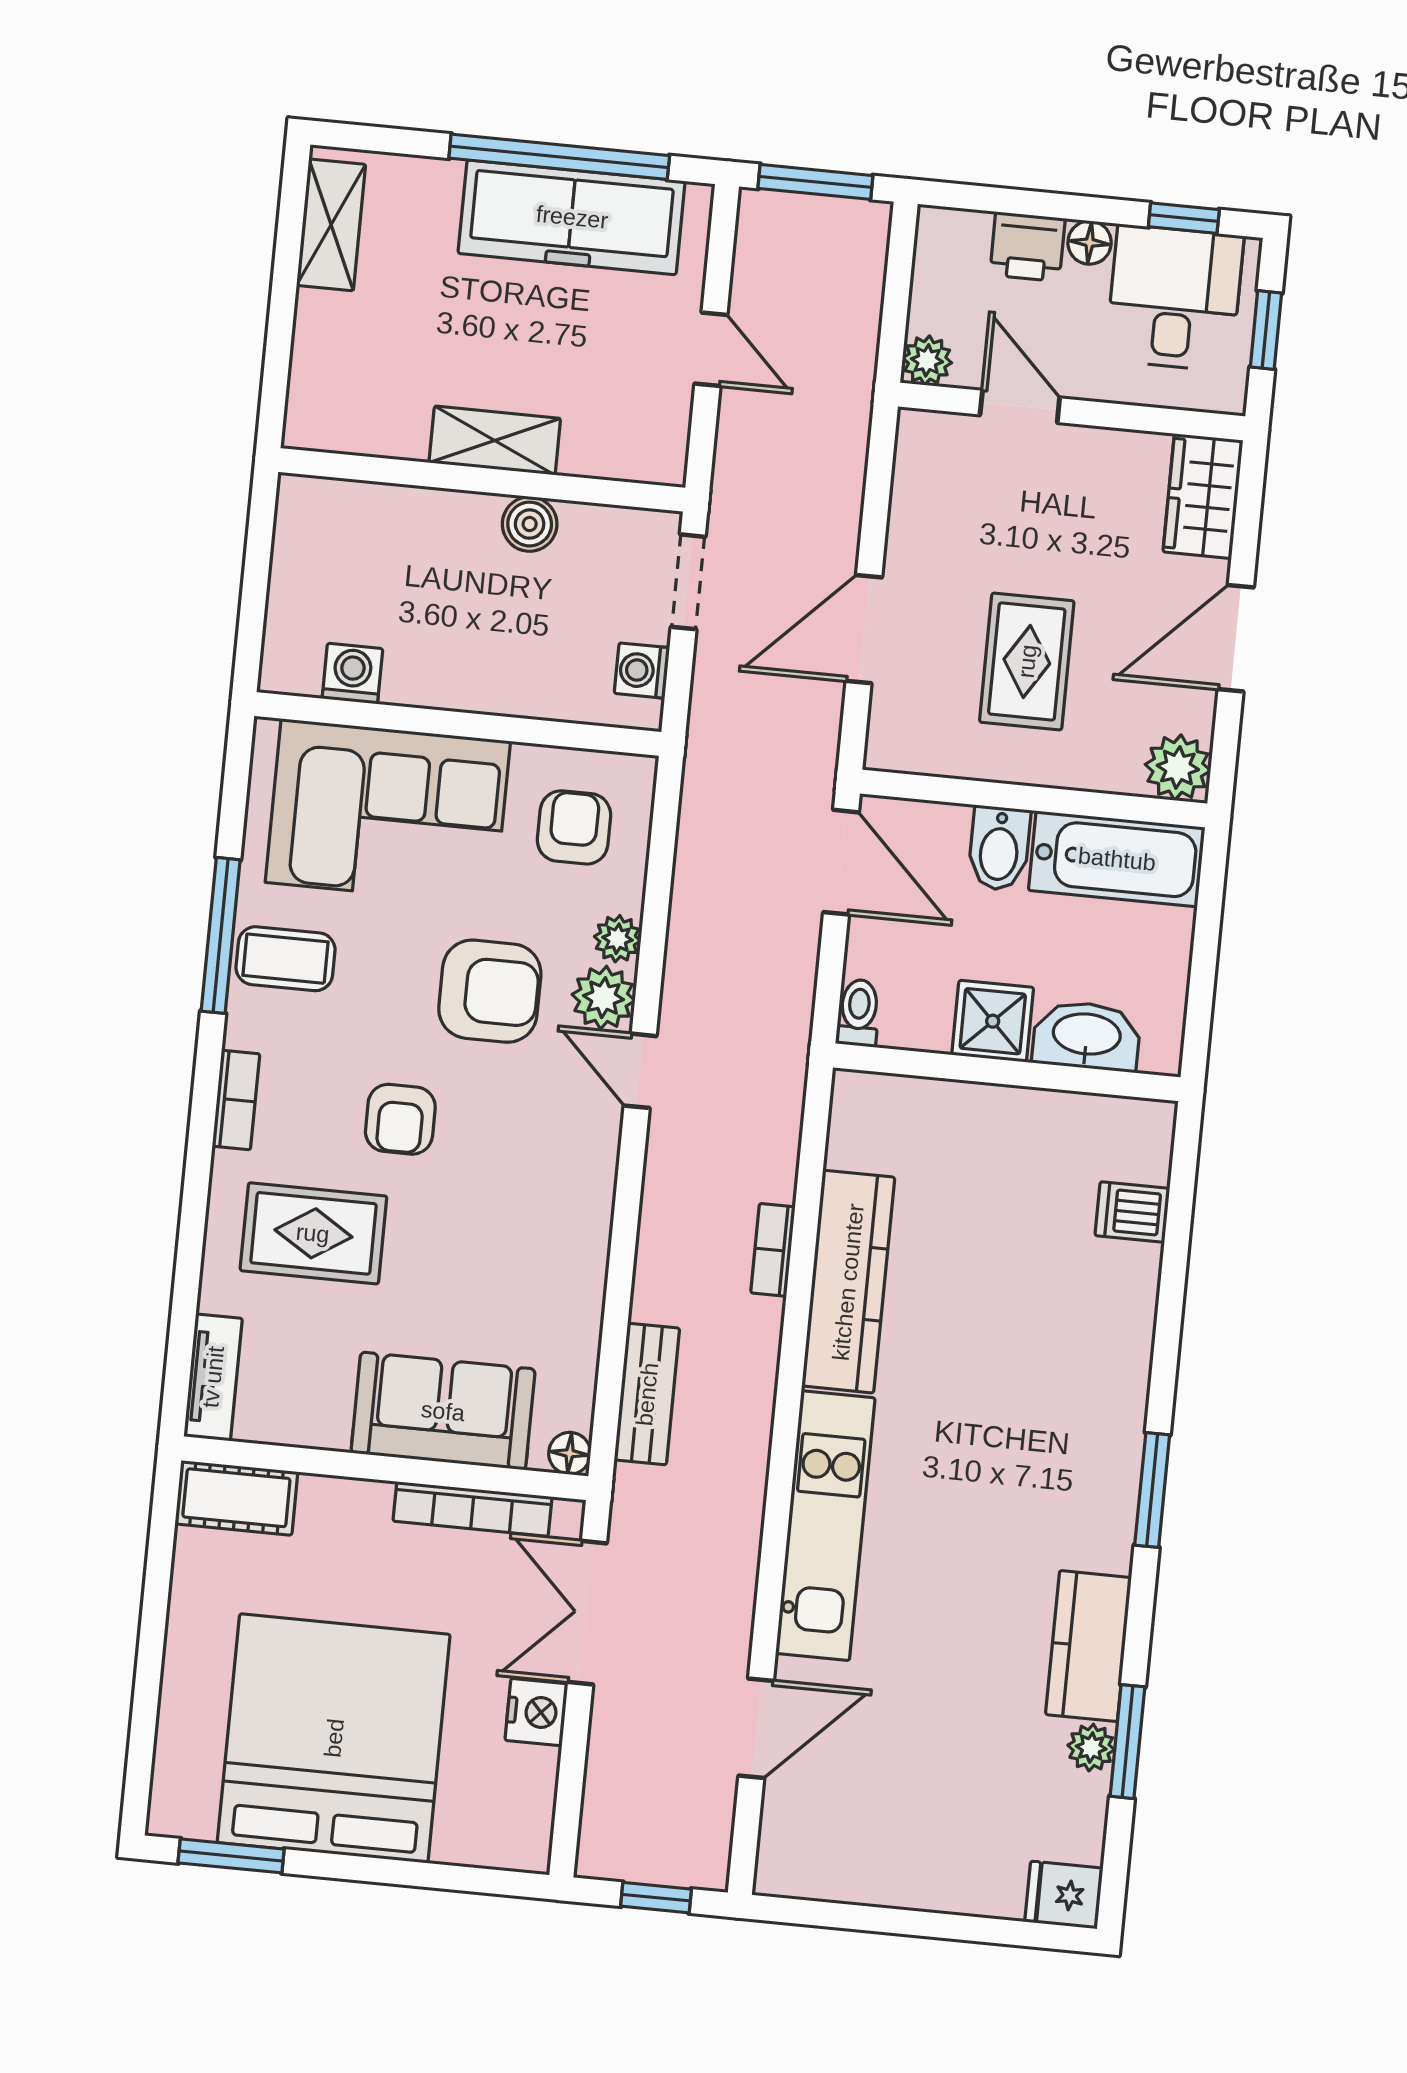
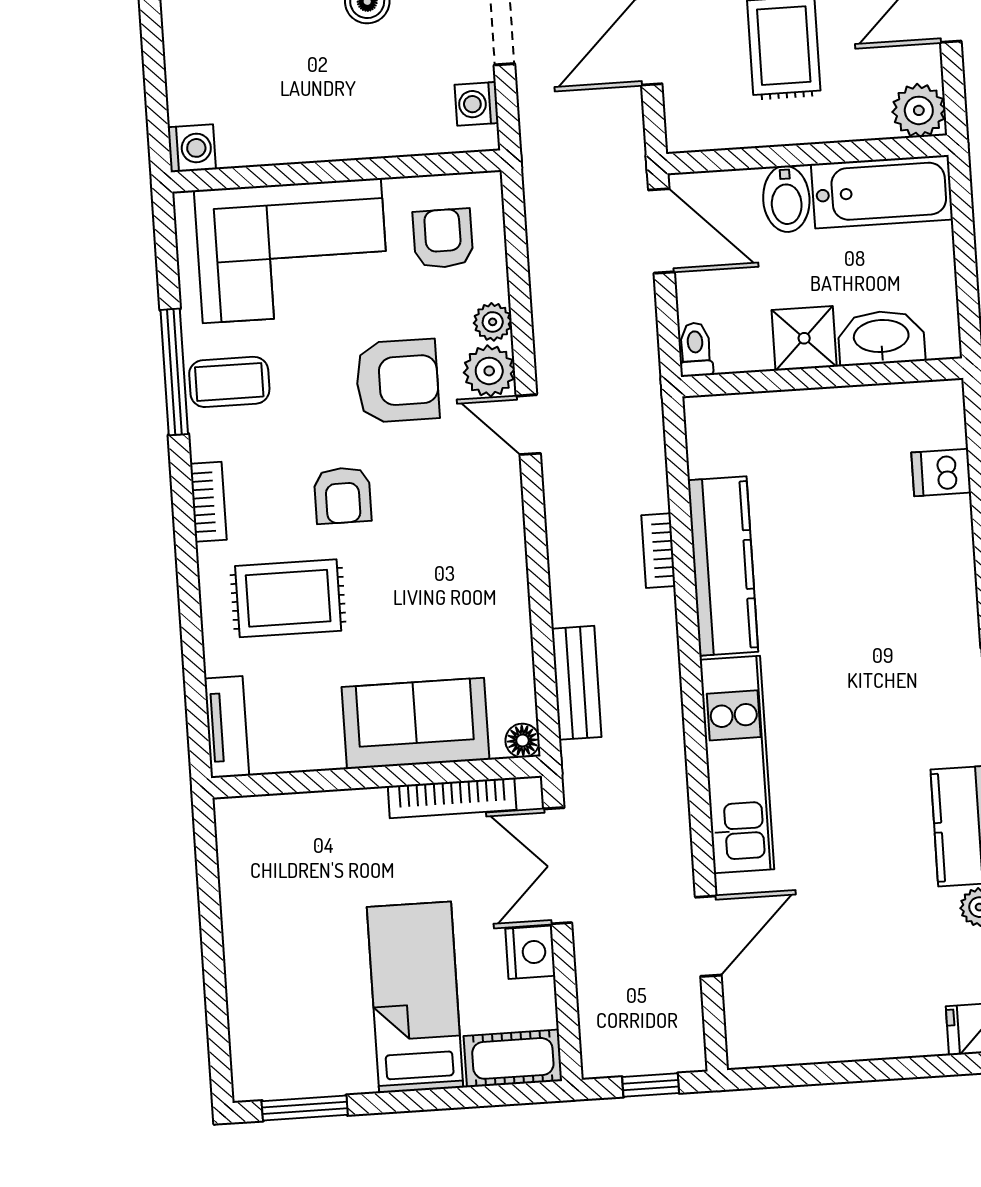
washing machine: (352, 674) -> (192, 148), moved, turned 90
cot: (236, 1498) -> (513, 1058), moved
bed: (334, 1738) -> (415, 997), width x0.49

